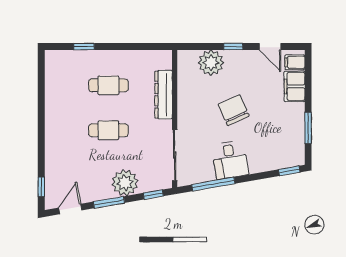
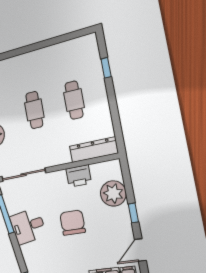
dresser: (164, 95) -> (94, 150), moved
printer: (187, 95) -> (79, 176), added
chair: (234, 110) -> (72, 223), turned -66

